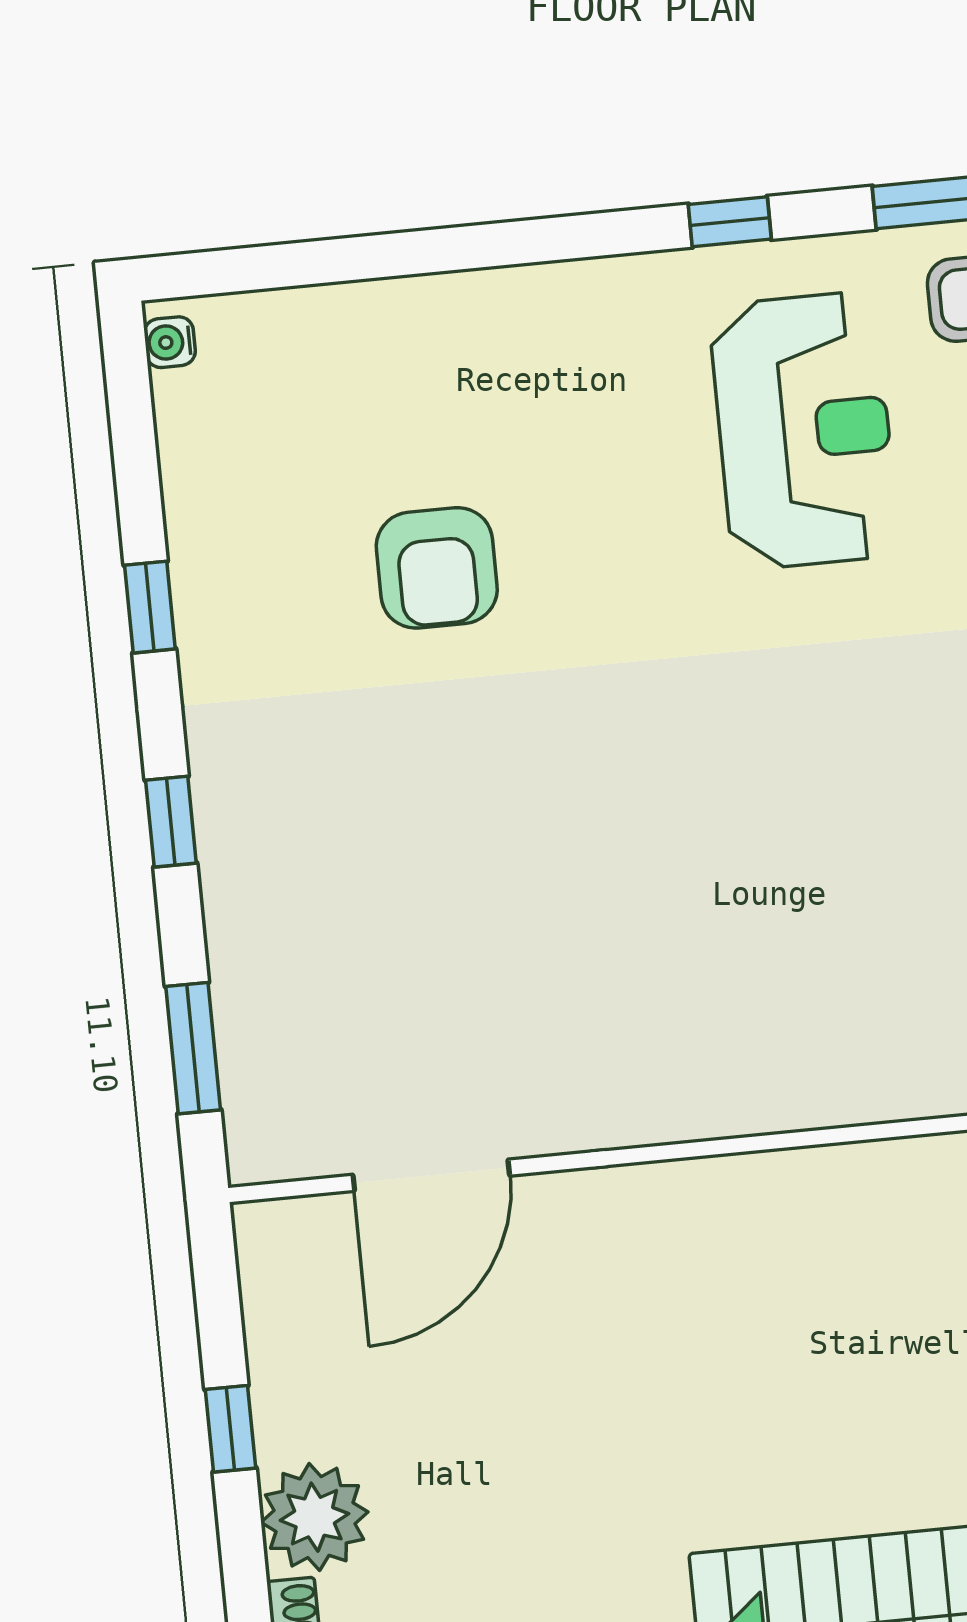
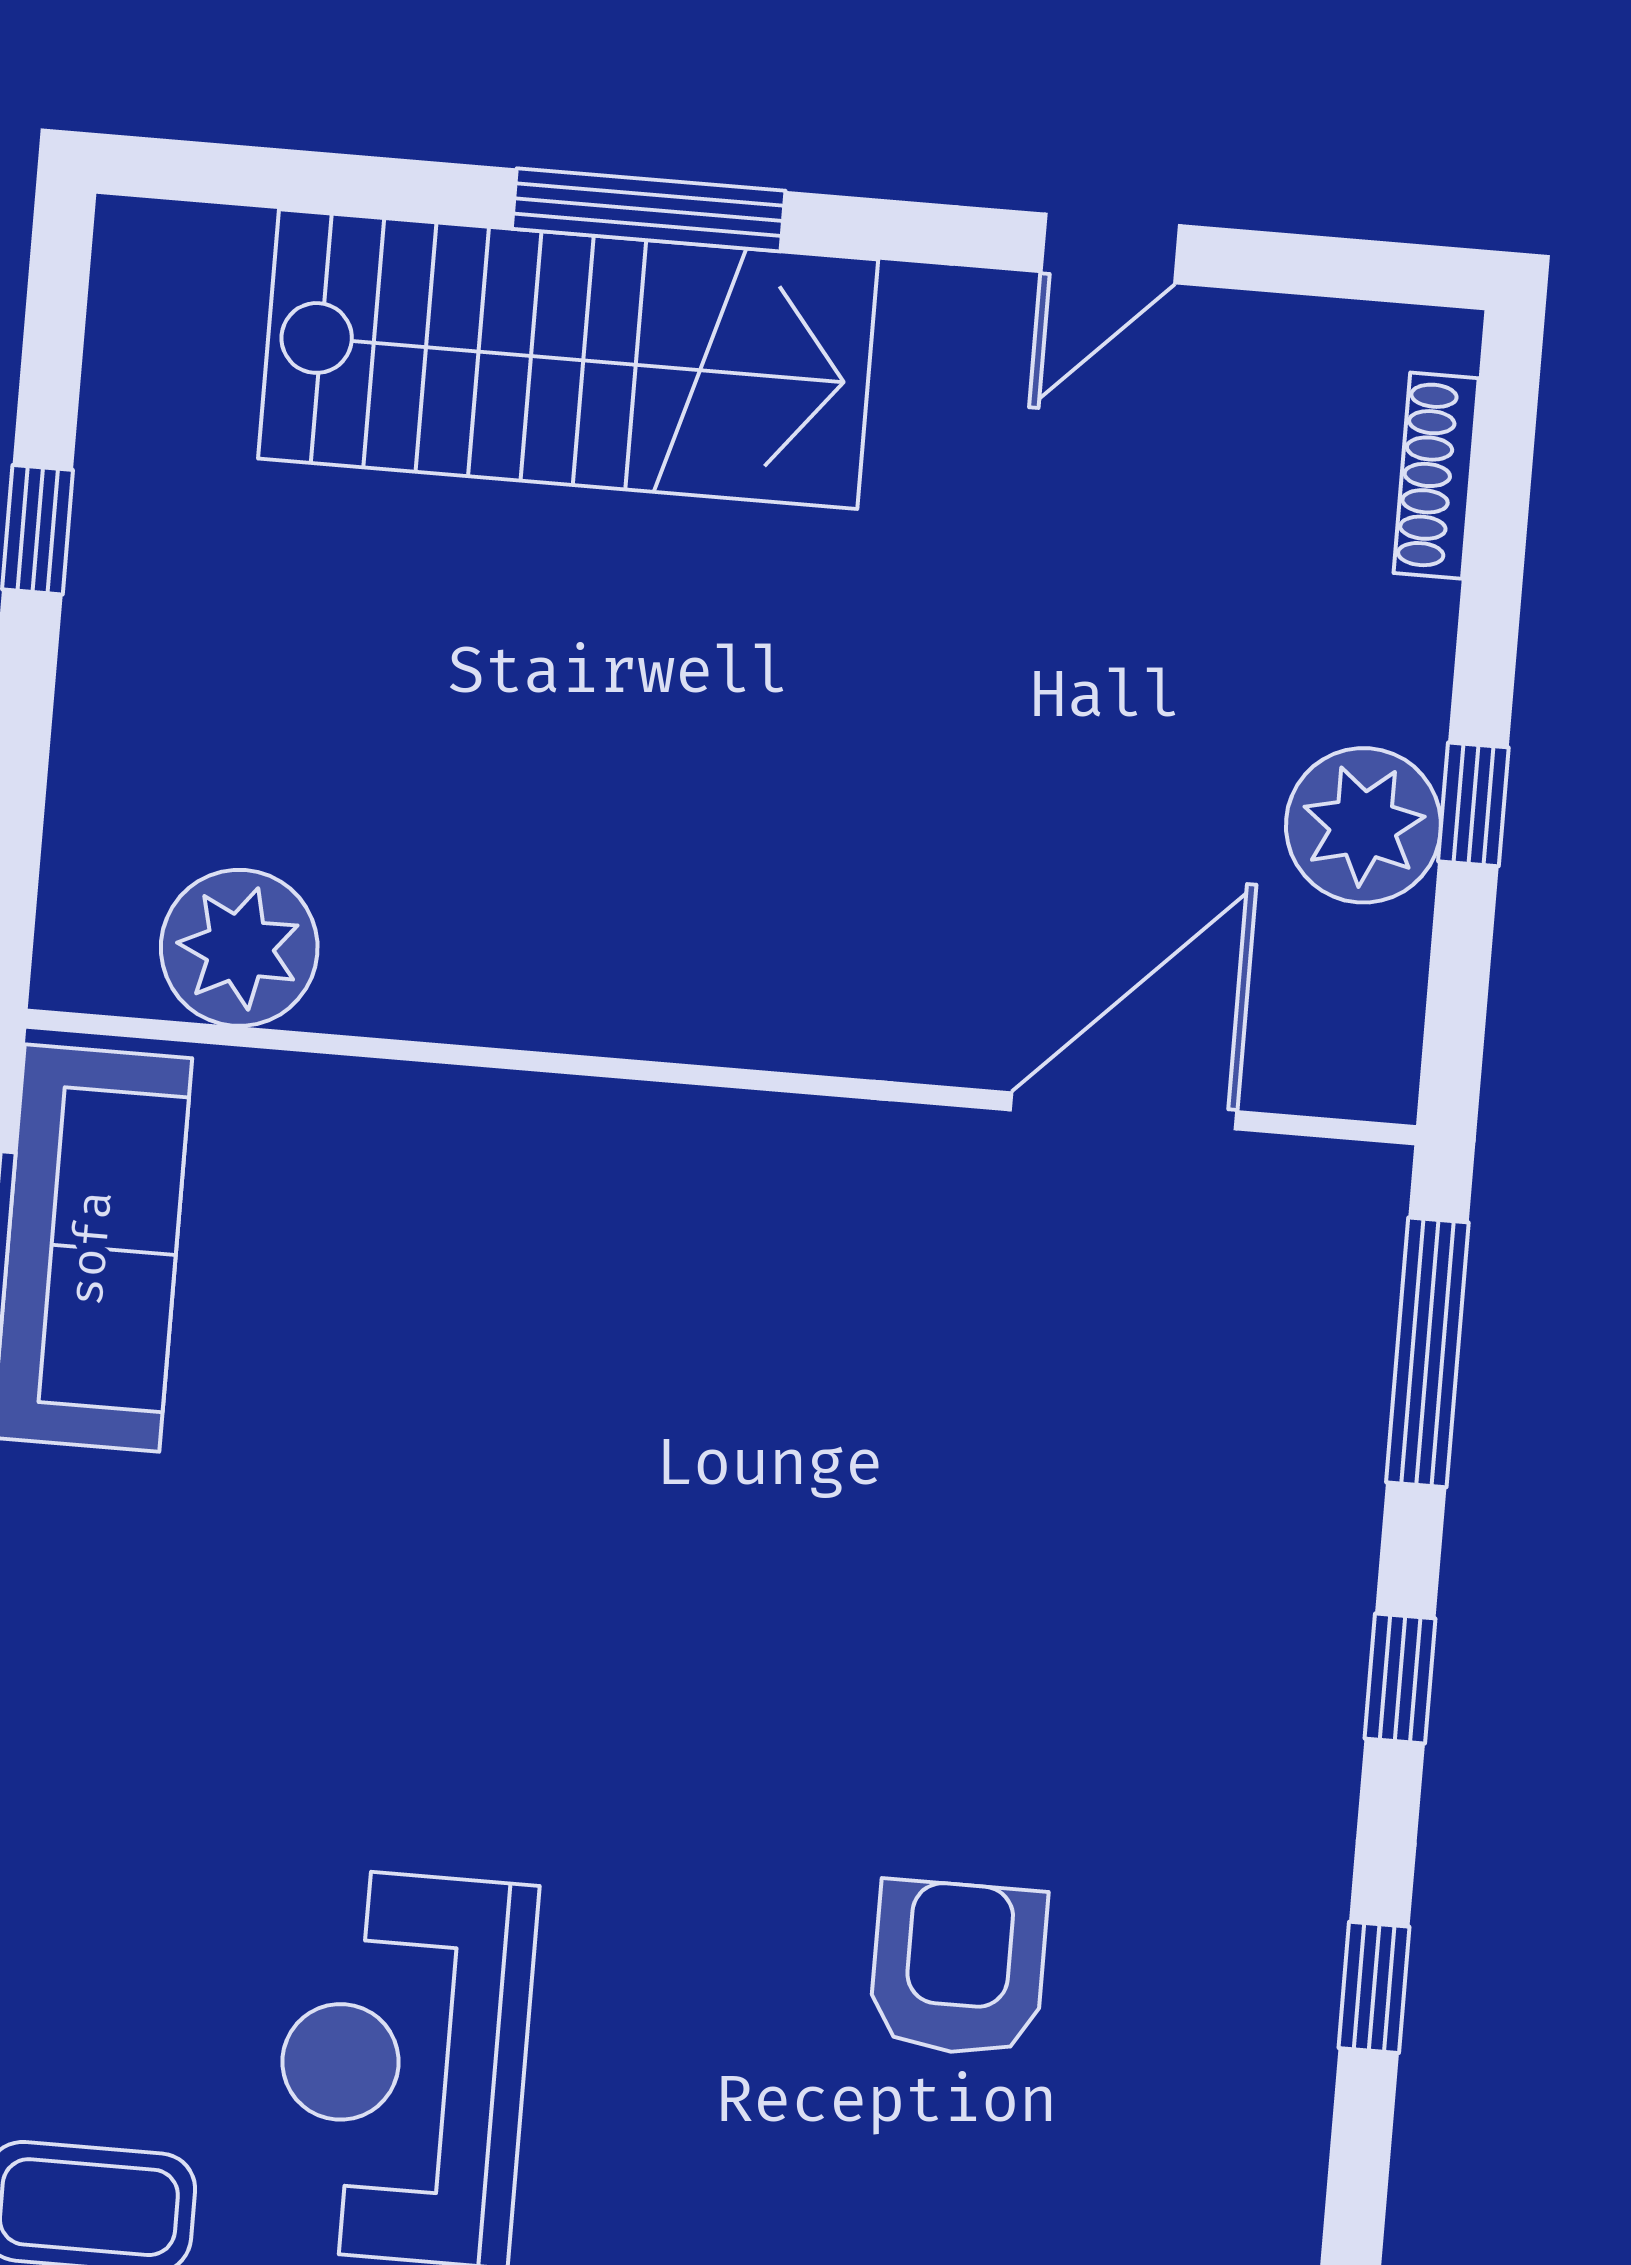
window: (193, 1048) -> (1427, 1352), width x1.44
plant: (314, 1517) -> (1363, 825), moved

